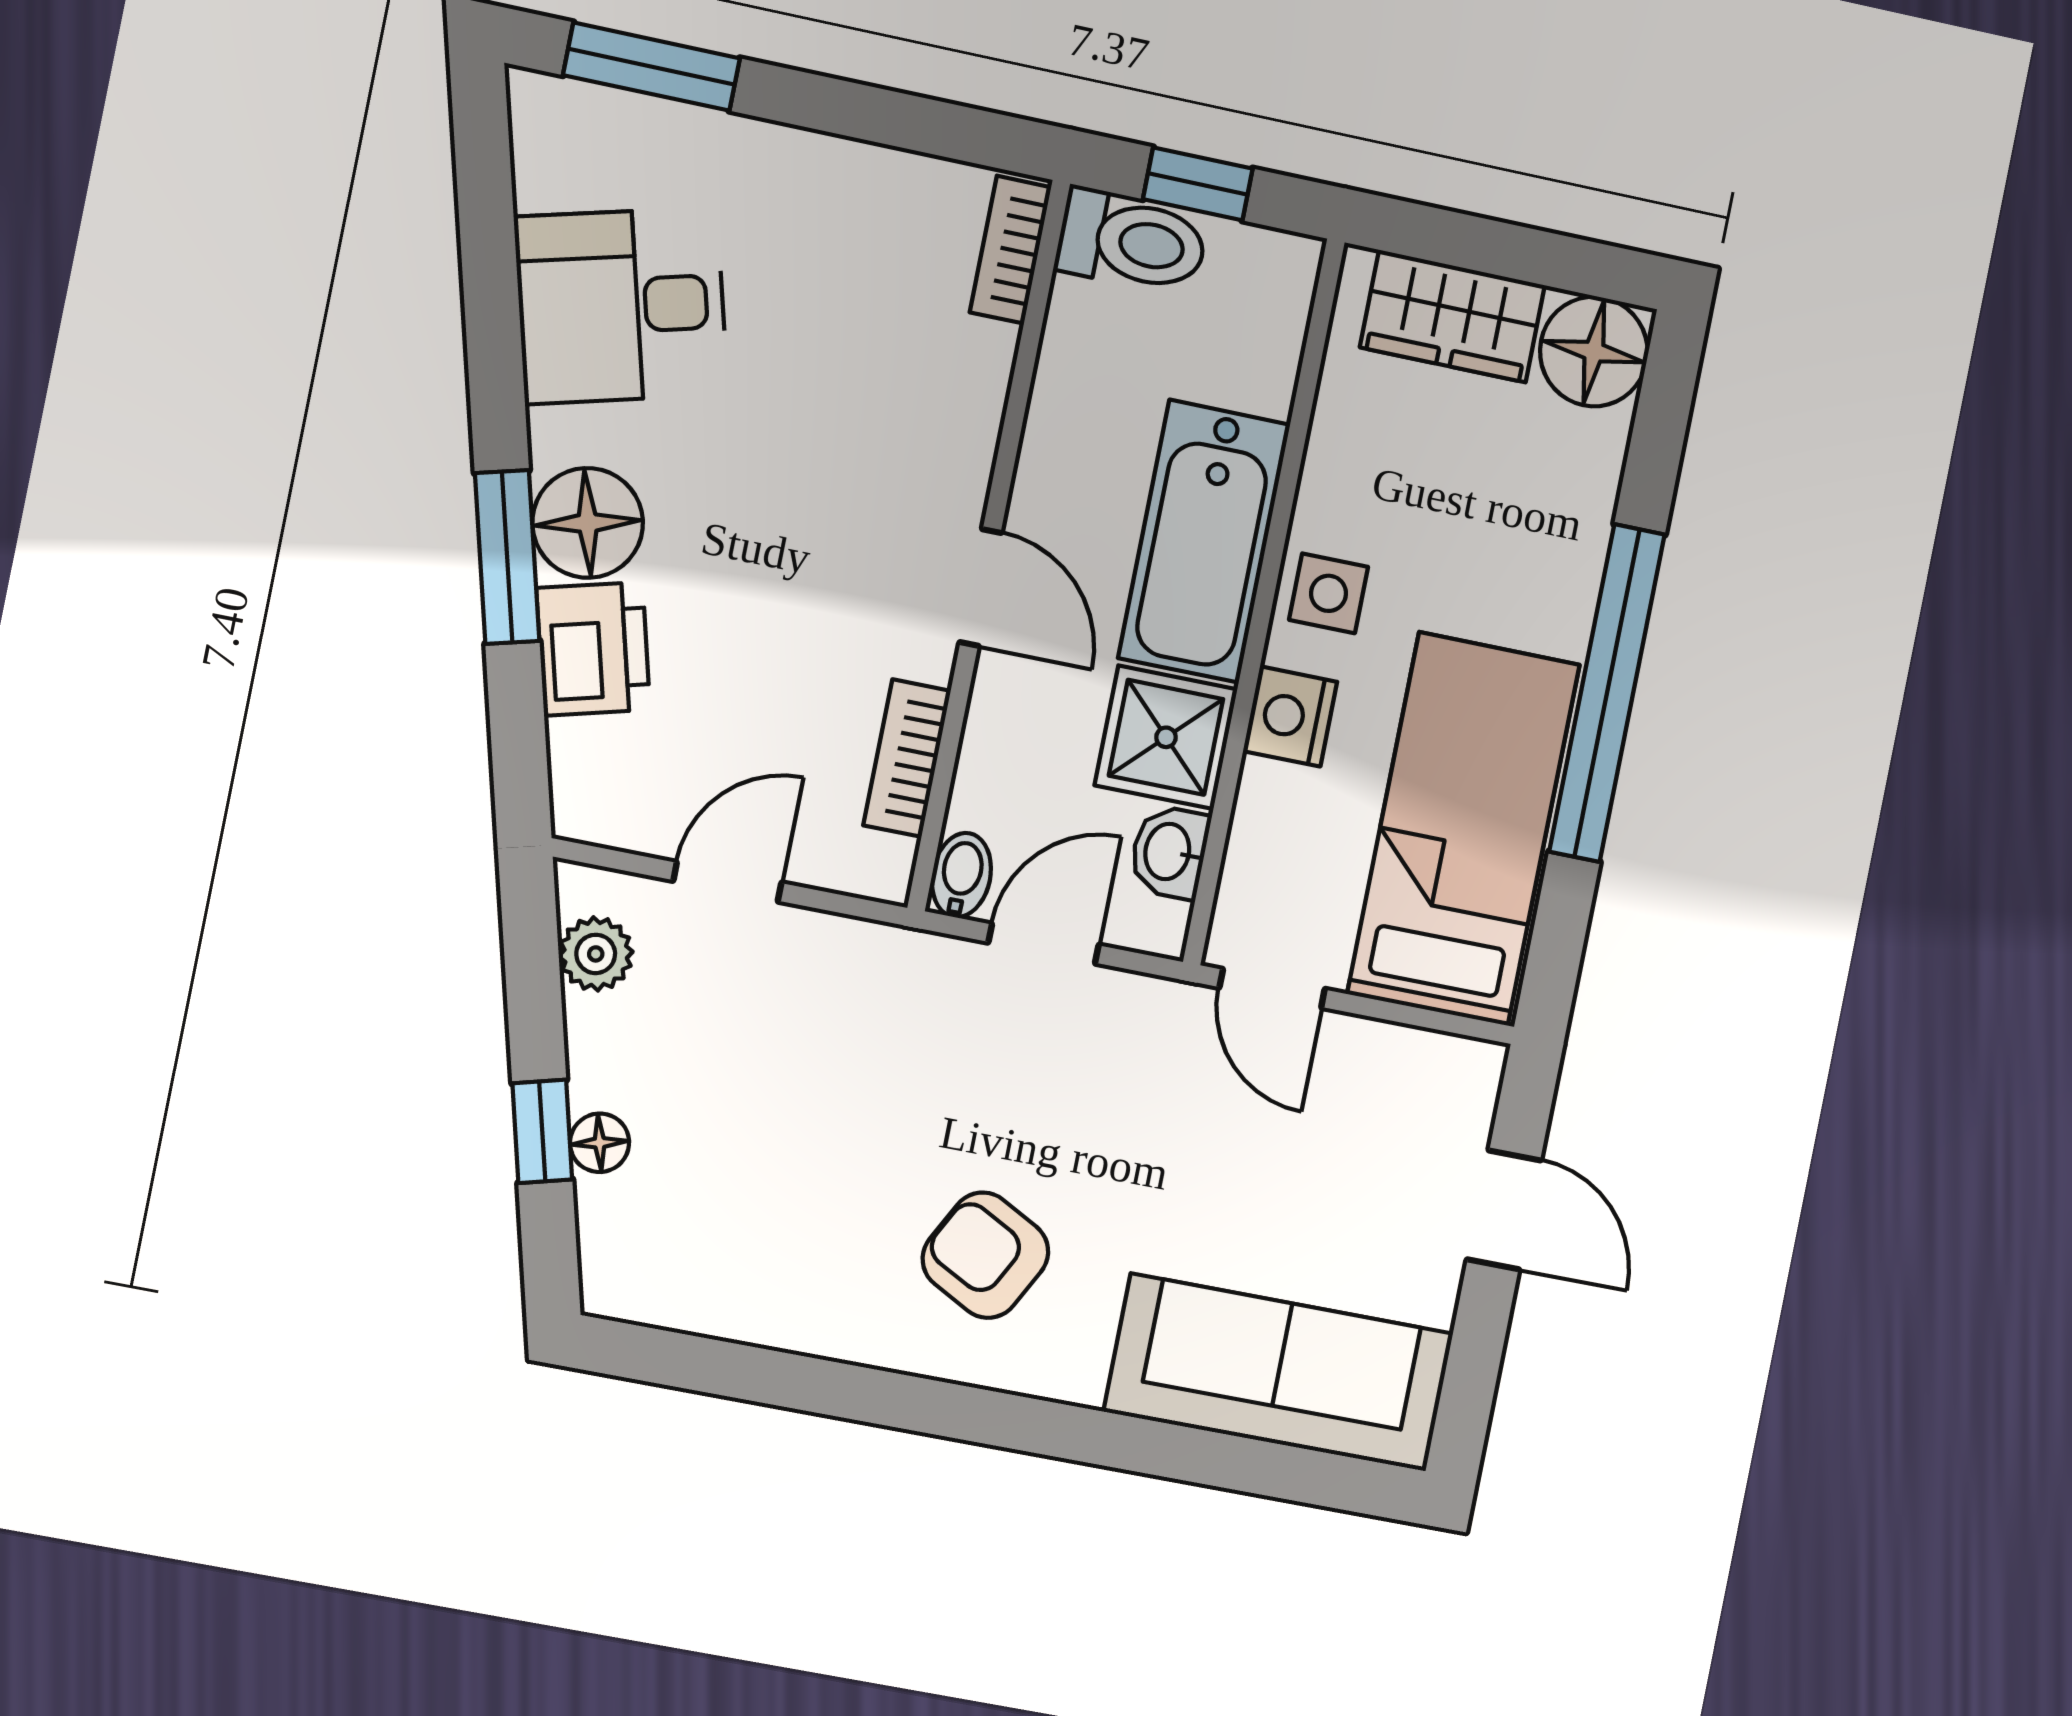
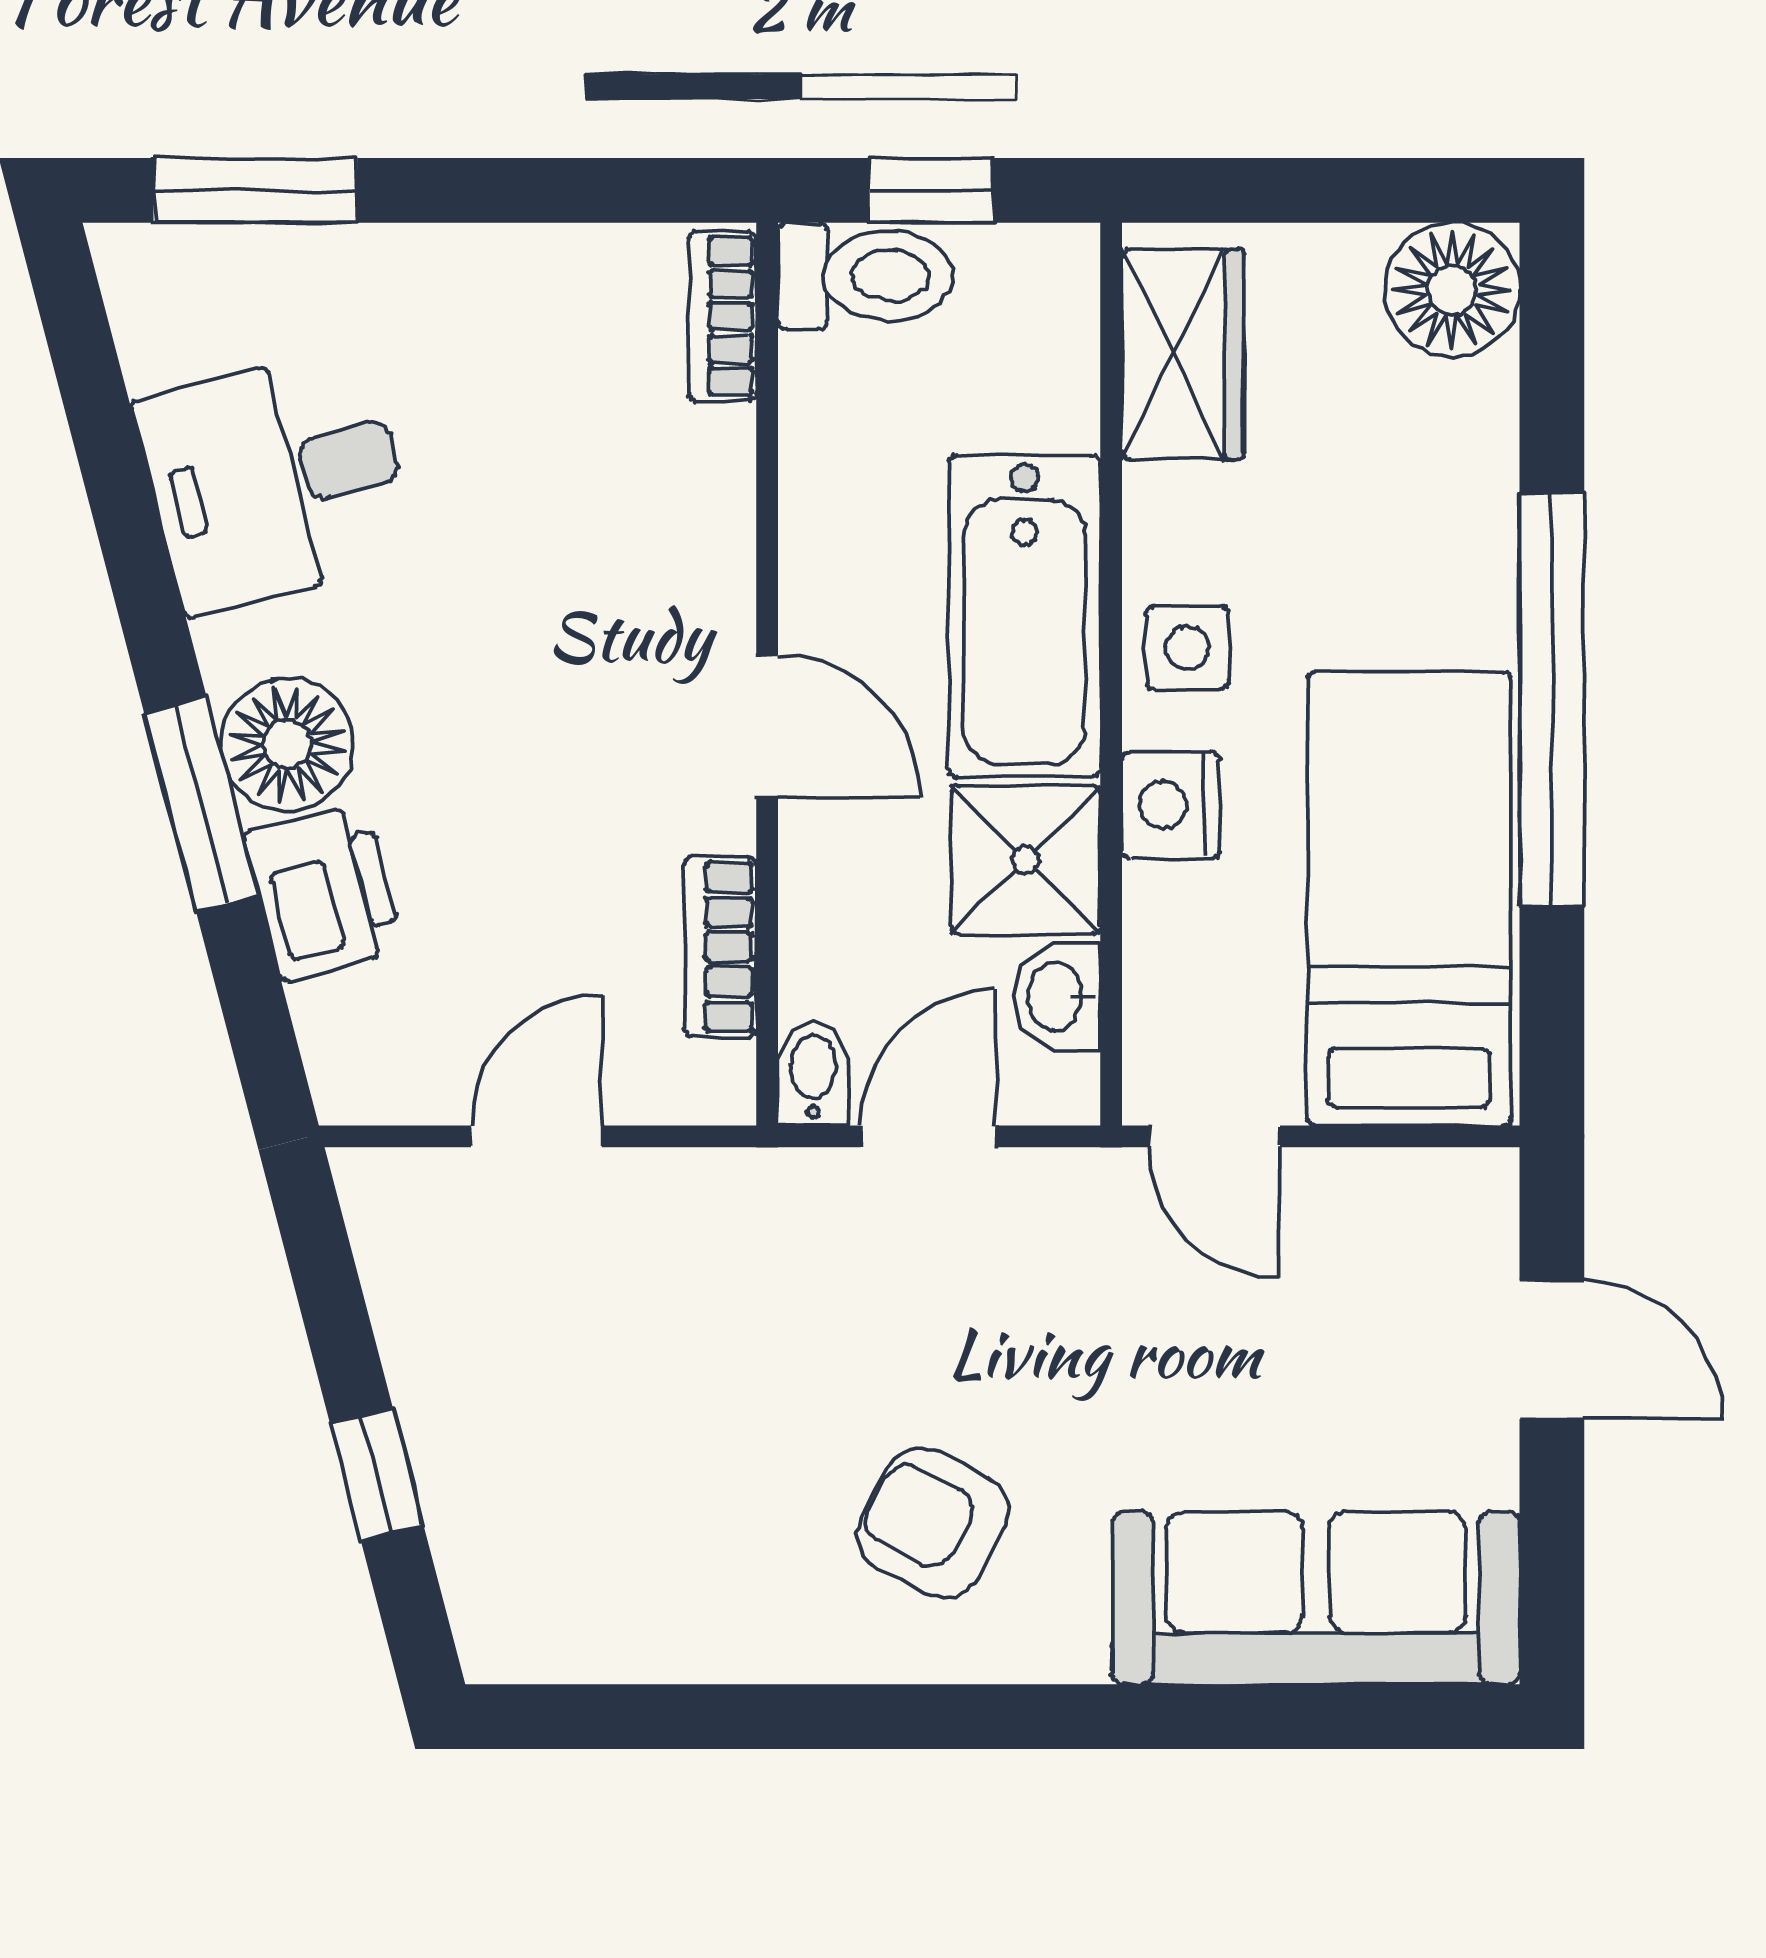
wardrobe: (1453, 316) -> (1183, 354), moved, turned -90
plant: (596, 954) -> (398, 1252), removed
floor lamp: (600, 1143) -> (447, 1476), removed

